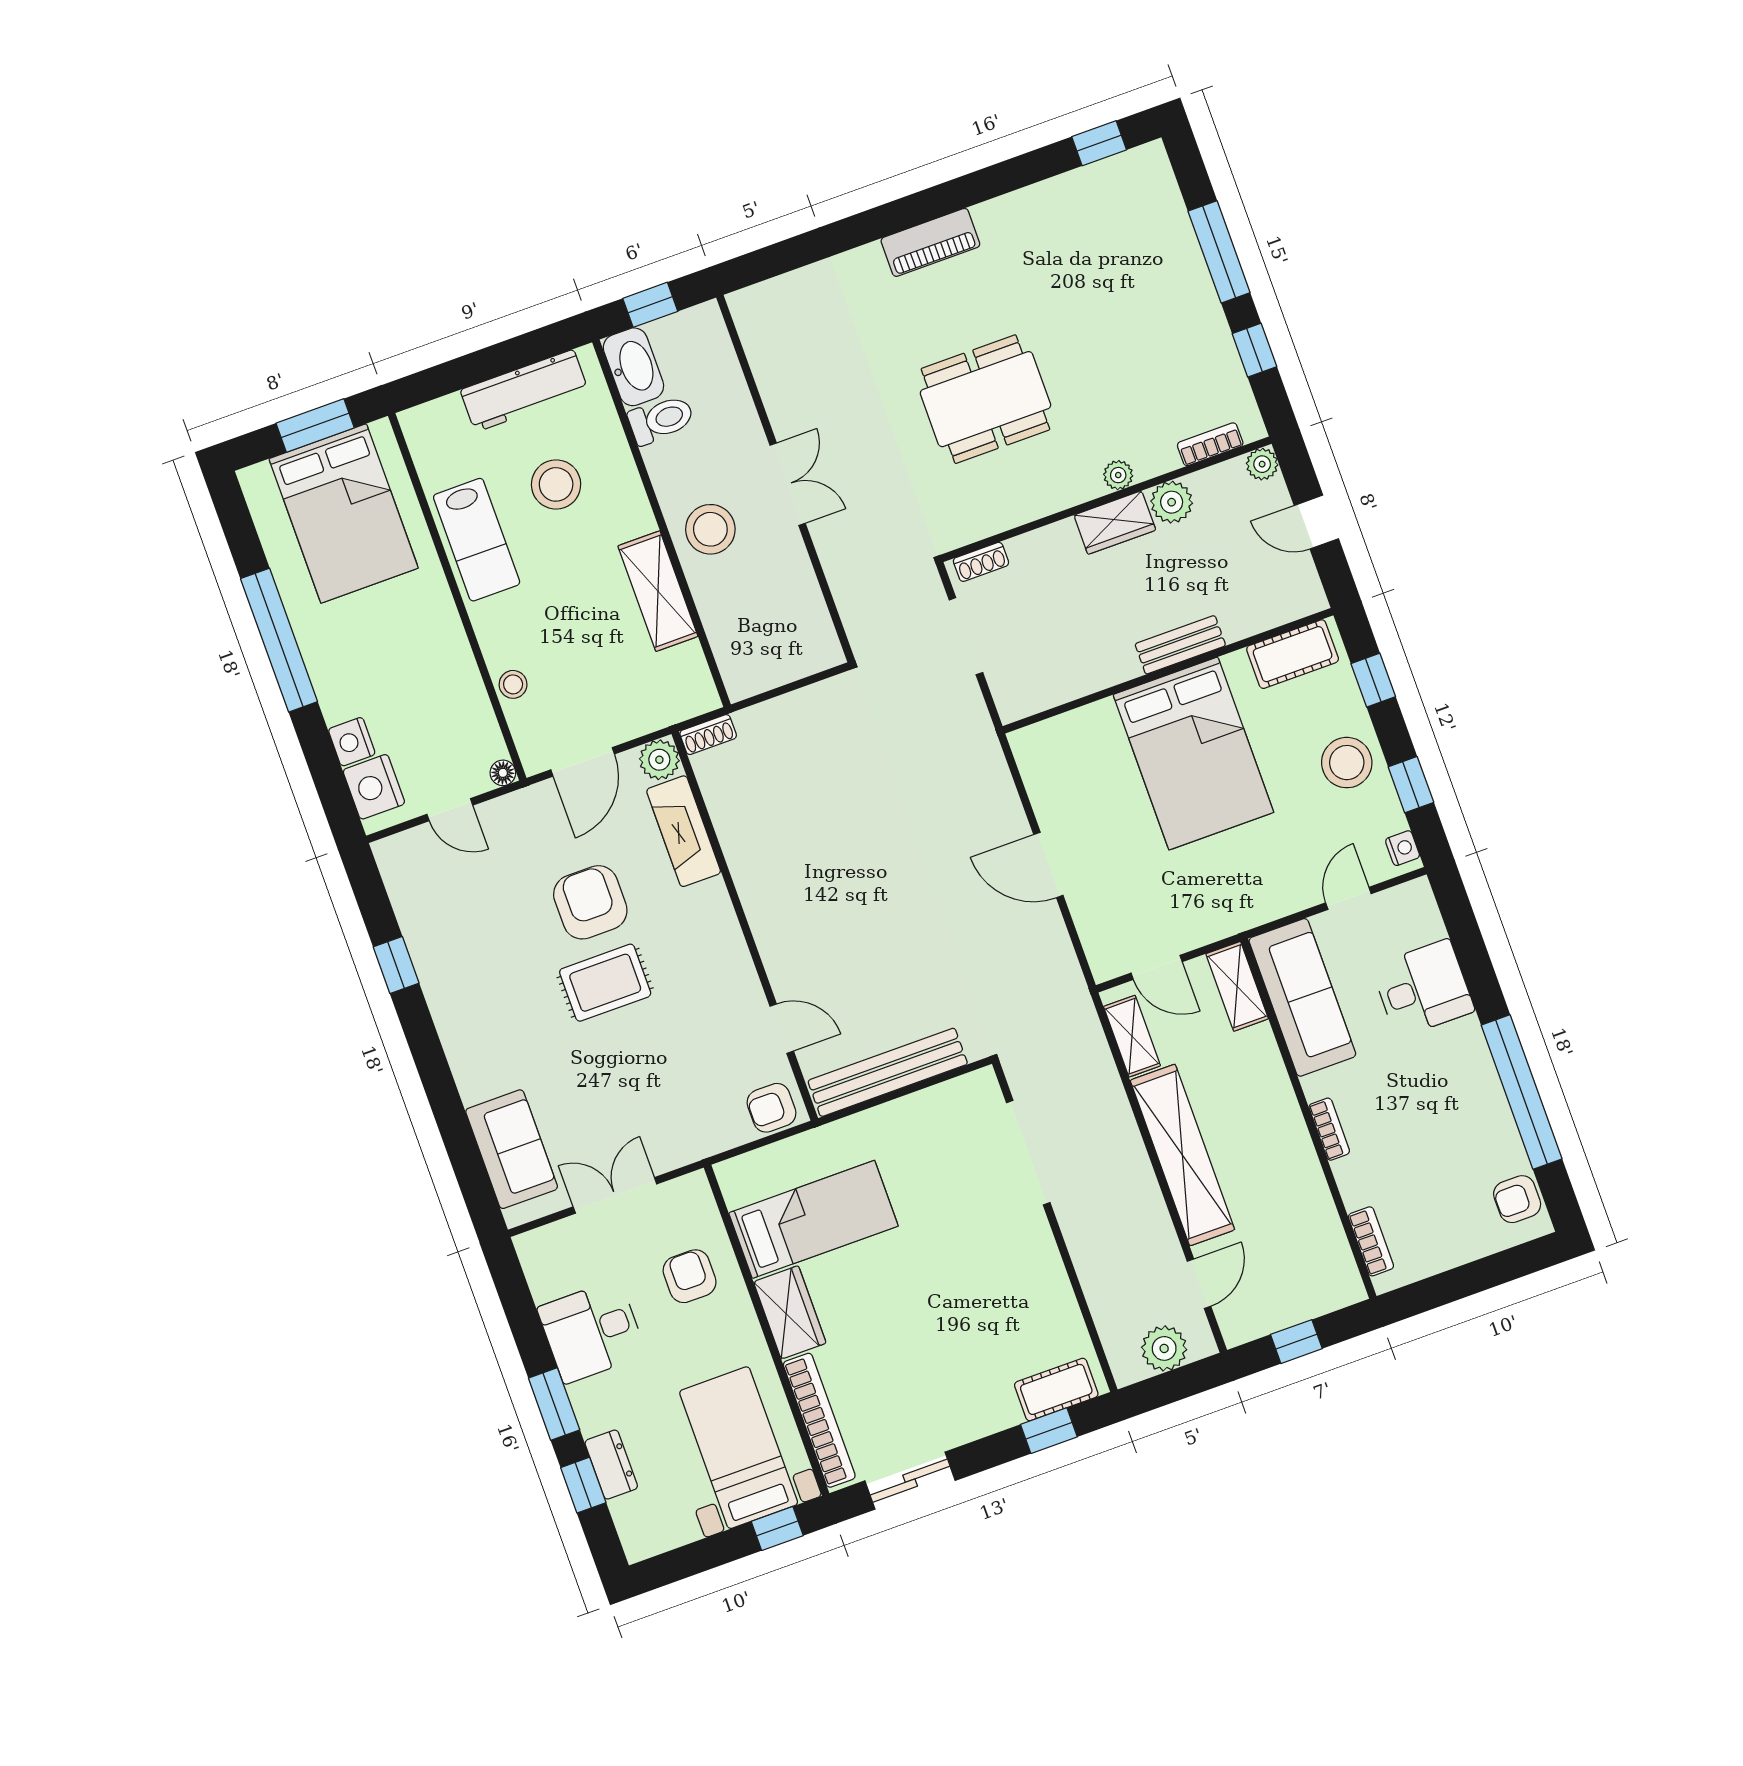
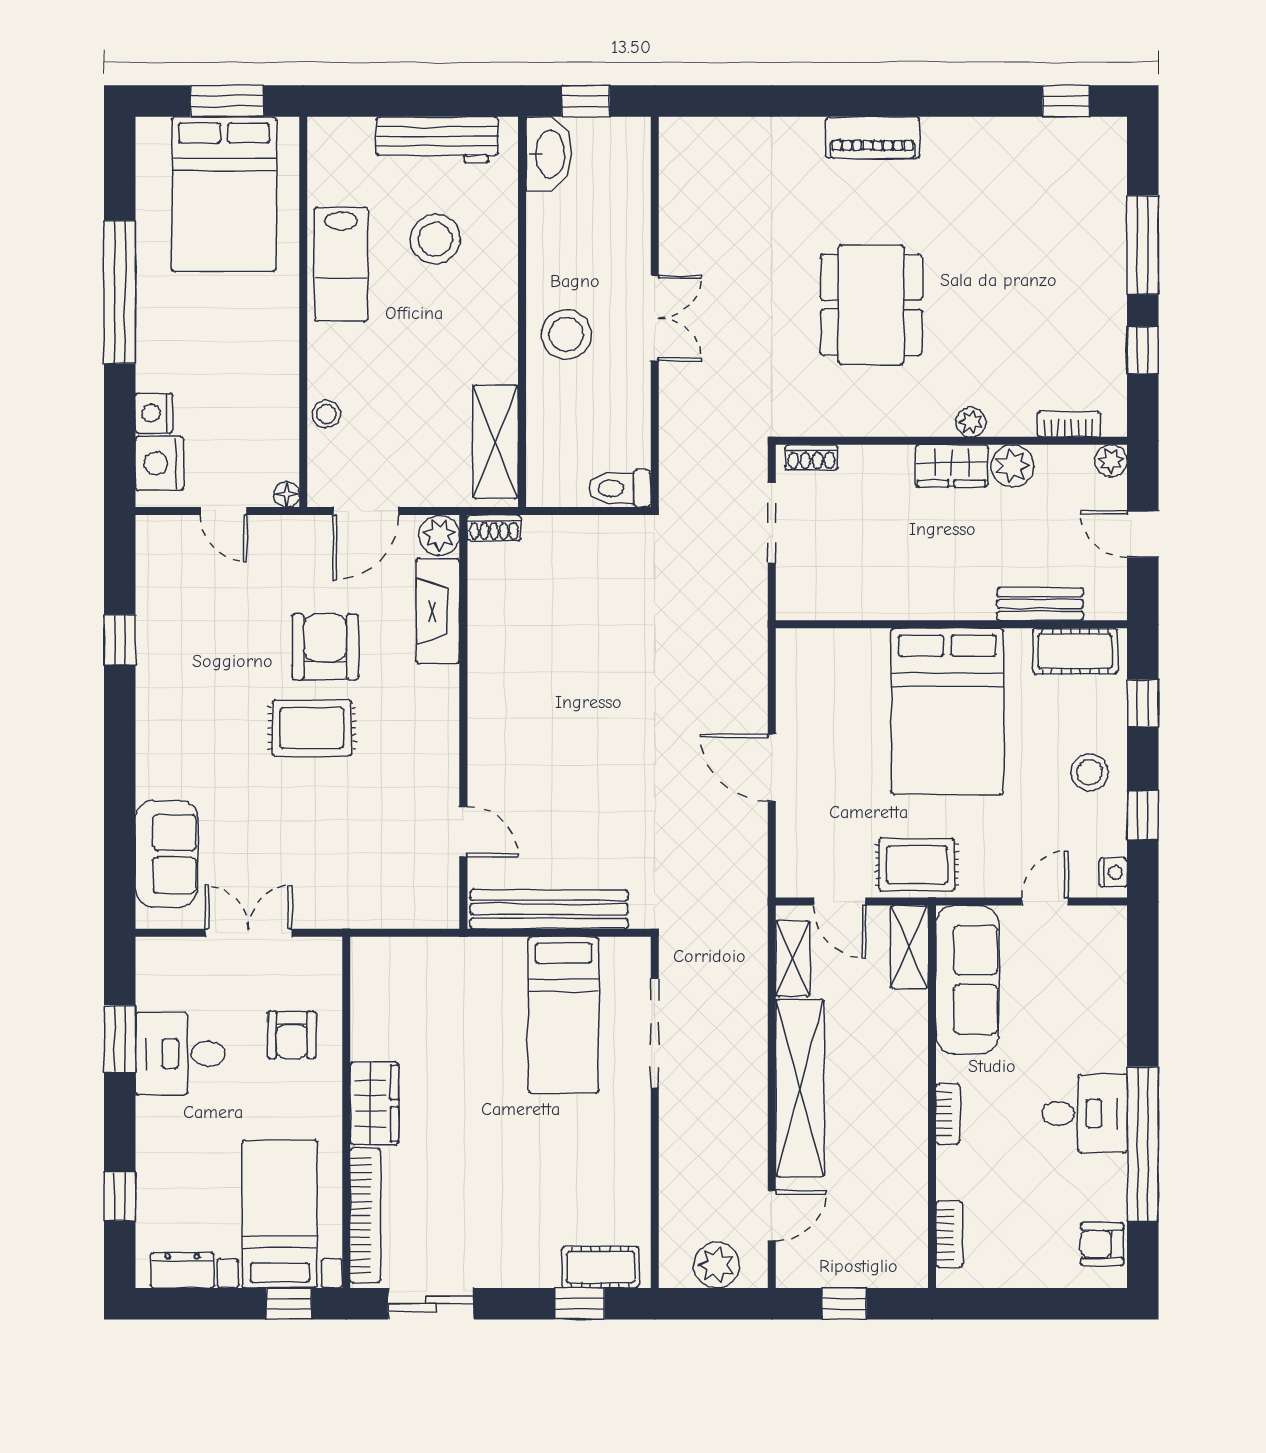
dining table: (985, 399) -> (871, 305), turned 90
toilet: (661, 420) -> (620, 488), moved, turned 180
shelving: (658, 591) -> (495, 442), moved
bench: (1180, 645) -> (1040, 604), moved
stool: (1347, 763) -> (1090, 772), width x0.73, depth x0.73
rug: (1217, 907) -> (917, 865), added
desk: (1423, 989) -> (1085, 1114), moved
armchair: (772, 1108) -> (427, 903), removed
bed: (813, 1219) -> (563, 1015), moved, turned 90
armchair: (690, 1276) -> (292, 1035), turned 180
window: (554, 1404) -> (120, 1039), moved
dresser: (611, 1465) -> (182, 1270), moved, turned -90

